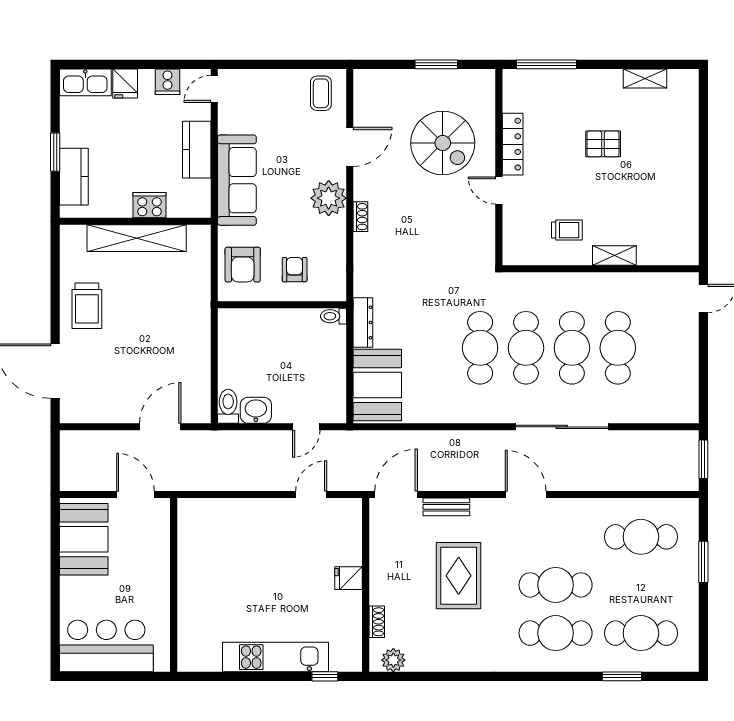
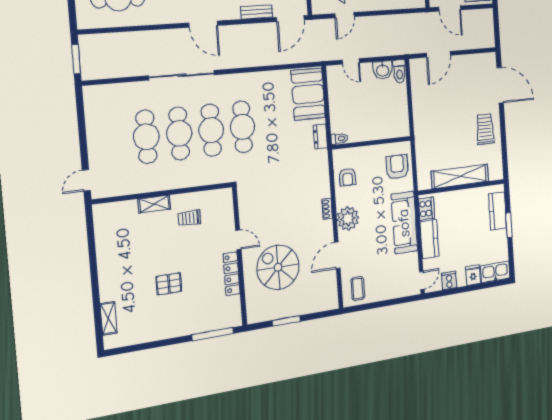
shelving: (645, 78) -> (109, 318), moved, turned 90
cooker: (149, 205) -> (426, 209), moved, turned -90
armchair: (295, 270) -> (347, 177), moved
dresser: (363, 323) -> (320, 136), width x0.70
door: (306, 427) -> (351, 61), swing flipped

